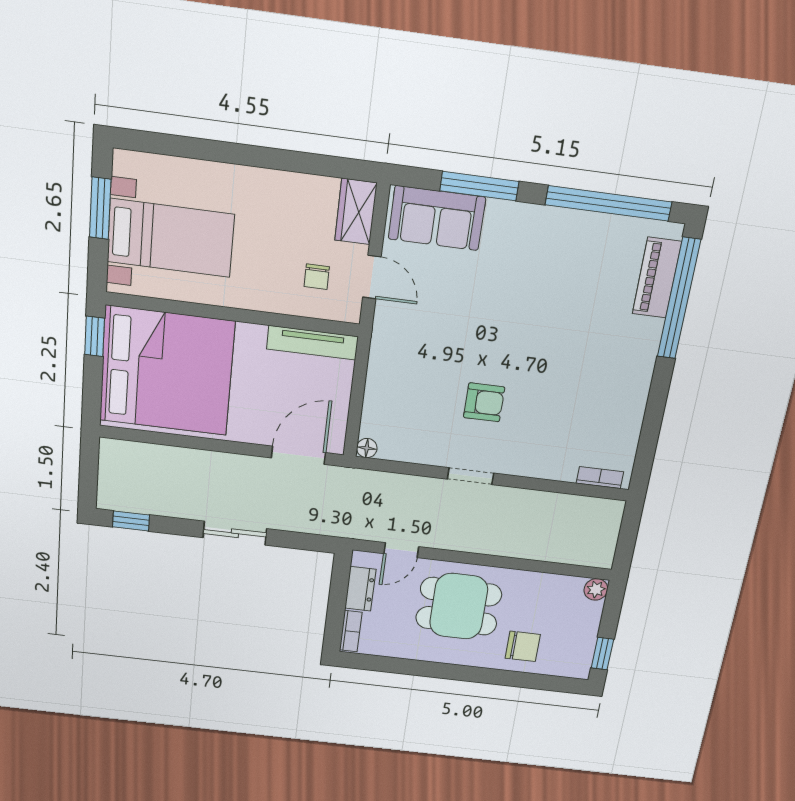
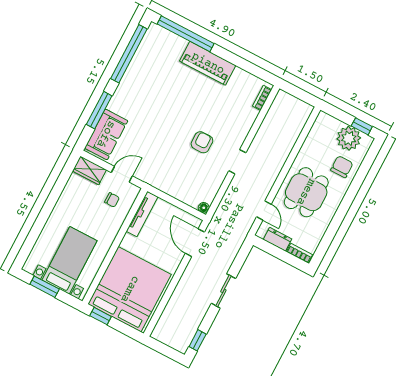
piano: (657, 278) -> (208, 63), moved, width x1.37, depth x1.33
plant: (596, 589) -> (349, 138), moved, width x1.88, depth x1.88

